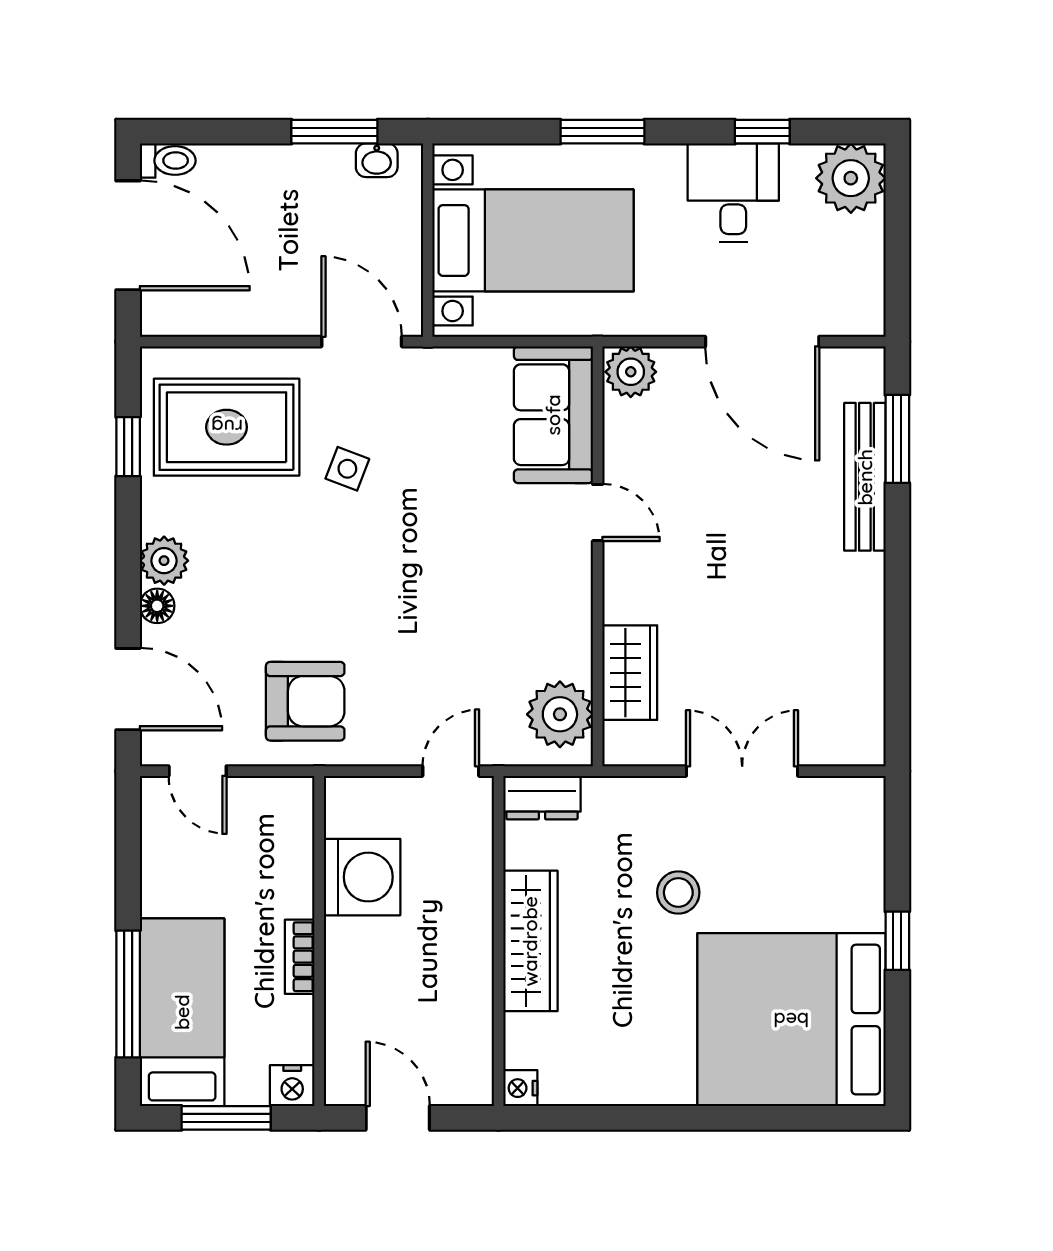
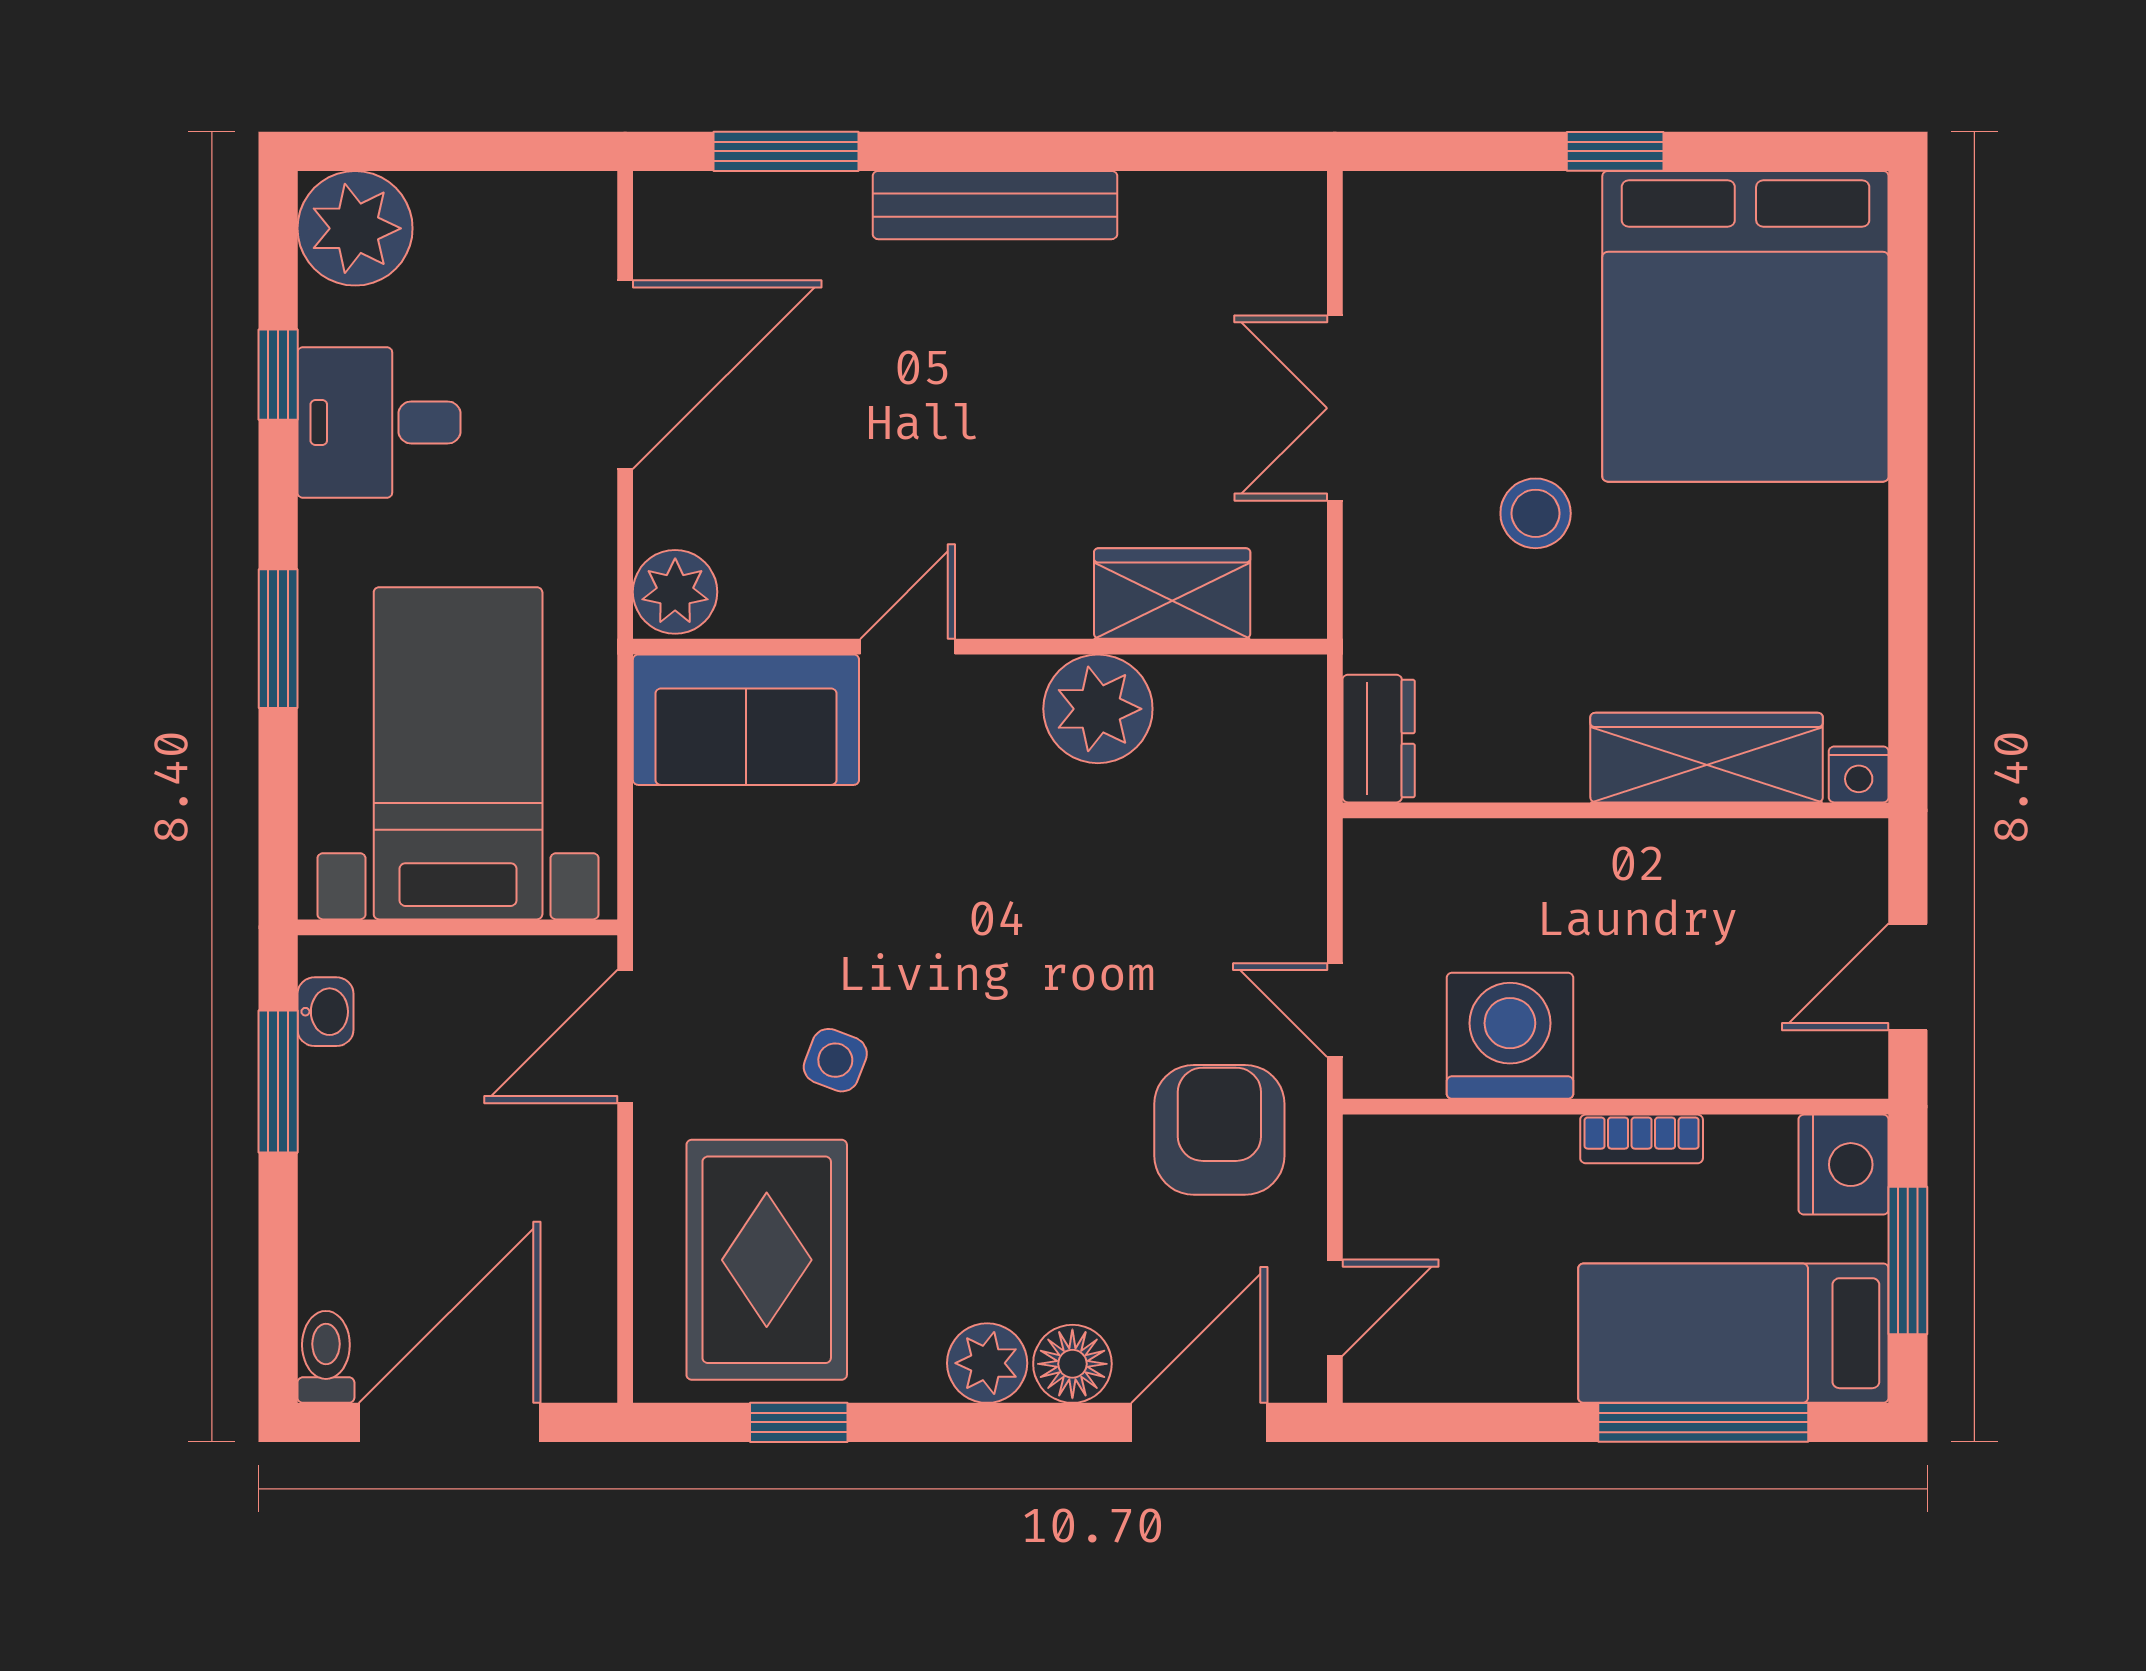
bench: (865, 477) -> (995, 205), moved
floor lamp: (157, 606) -> (1072, 1364), width x1.37, depth x1.37
plant: (560, 714) -> (1098, 709), moved
door: (451, 771) -> (1335, 1010), moved
wardrobe: (530, 941) -> (1707, 758), moved
nightstand: (292, 1086) -> (1844, 1165), width x1.36, depth x1.33

